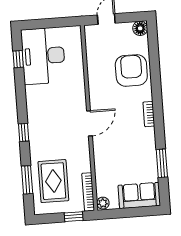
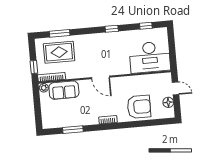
floor lamp: (140, 28) -> (168, 102), moved
desk: (43, 56) -> (150, 57), moved, turned 180
window: (24, 132) -> (112, 29), moved
sofa: (139, 195) -> (64, 90), moved, turned 90

